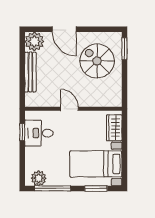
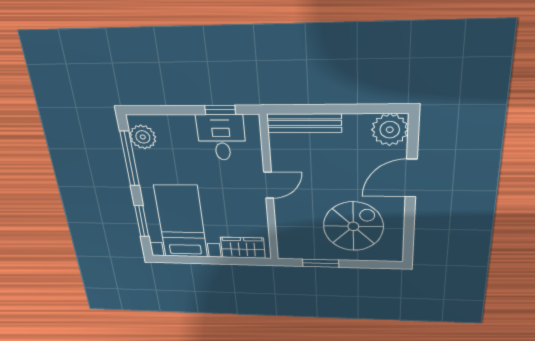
window: (124, 49) -> (321, 263), moved
bench: (30, 72) -> (304, 123), moved

